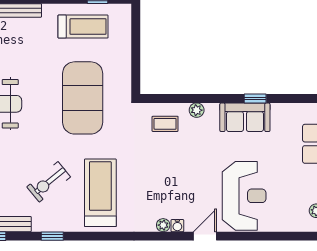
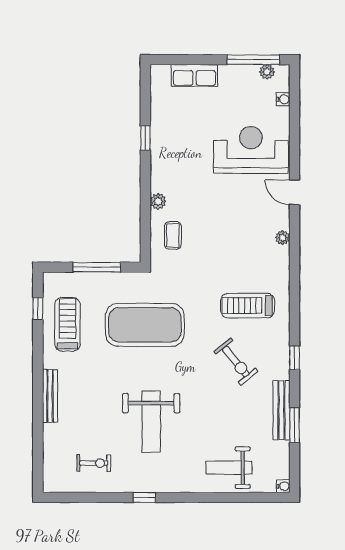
window: (136, 54) -> (97, 267), added
sofa: (245, 117) -> (166, 149), removed
treadmill: (100, 193) -> (248, 306), width x0.73, depth x0.73
water cooler: (177, 226) -> (283, 99), moved

